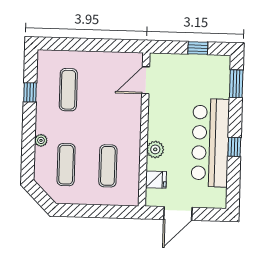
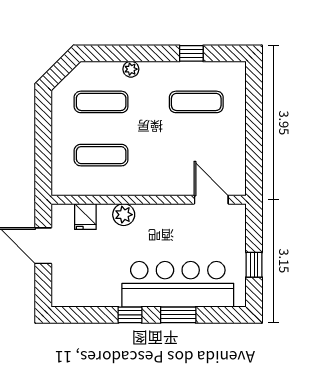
window: (236, 84) -> (178, 315), moved
bar counter: (210, 143) -> (178, 284), moved

